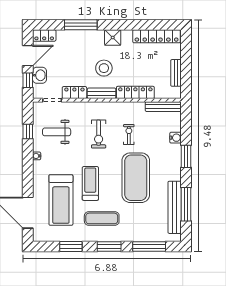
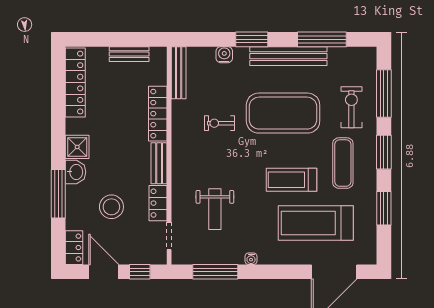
stool: (104, 68) -> (111, 207), moved
washbasin: (39, 75) -> (76, 172), moved, turned 90
window: (28, 132) -> (215, 272), width x2.17
weight bench: (57, 132) -> (215, 209), moved
exercise bike: (99, 134) -> (351, 107), moved, turned -90
treadmill: (61, 200) -> (316, 223), turned 180
bench: (175, 207) -> (288, 56), moved

